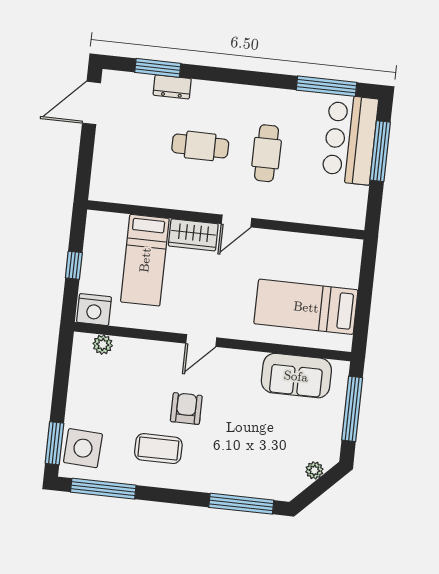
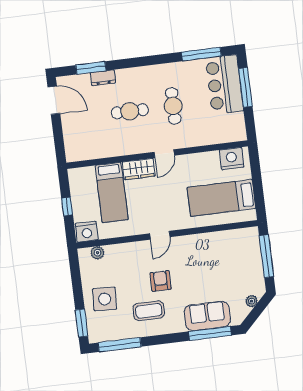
door: (91, 103) -> (54, 100), swing flipped
nightstand: (335, 252) -> (232, 159), added
sofa: (296, 376) -> (207, 316), moved, turned 180
side table: (83, 448) -> (105, 299), moved

